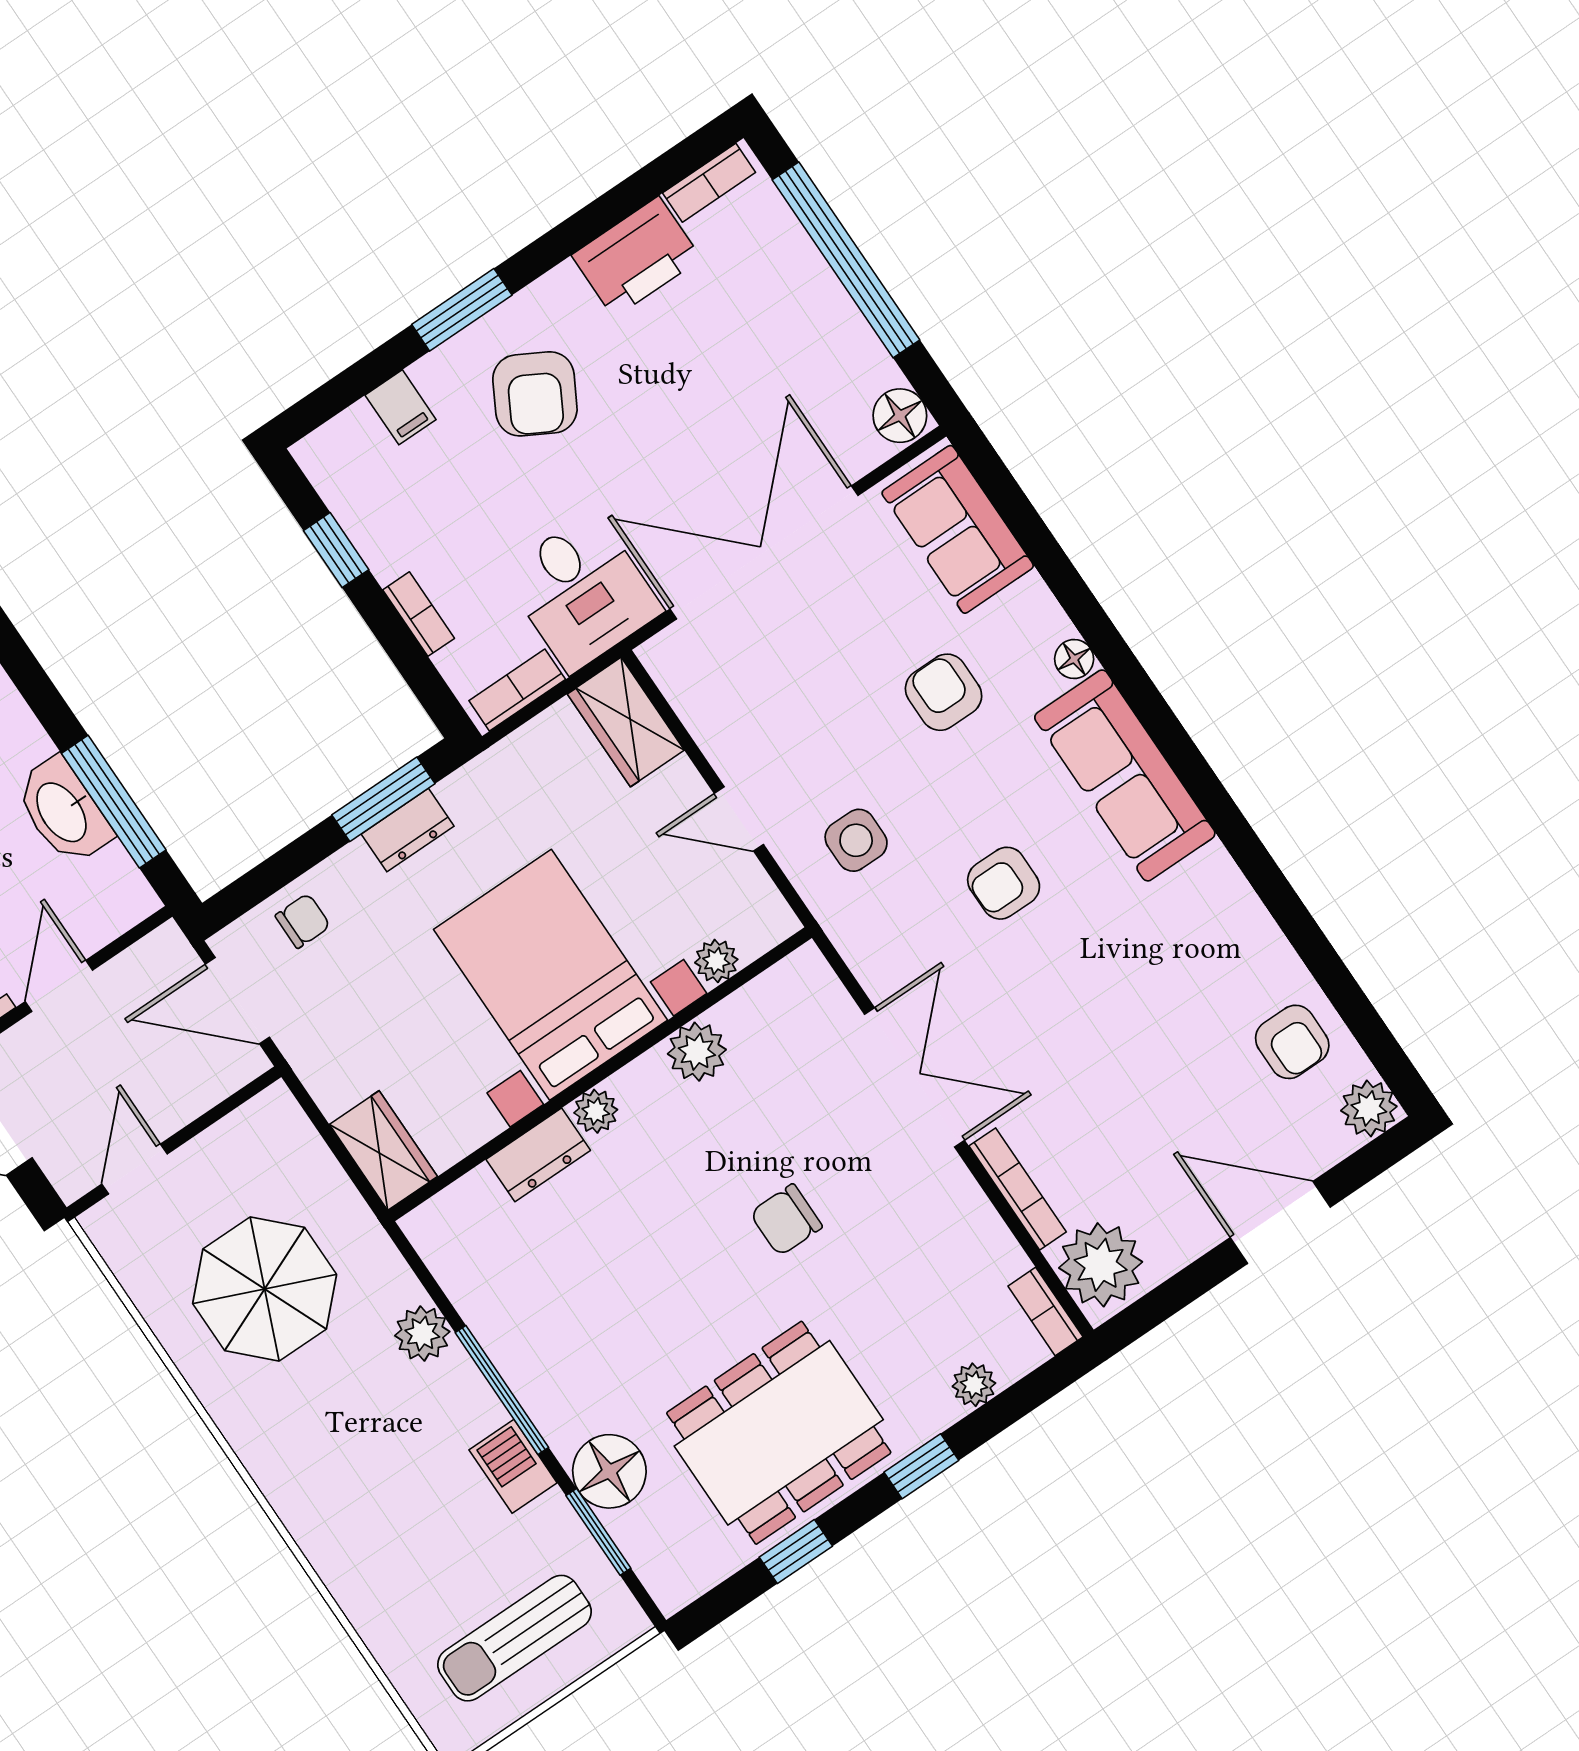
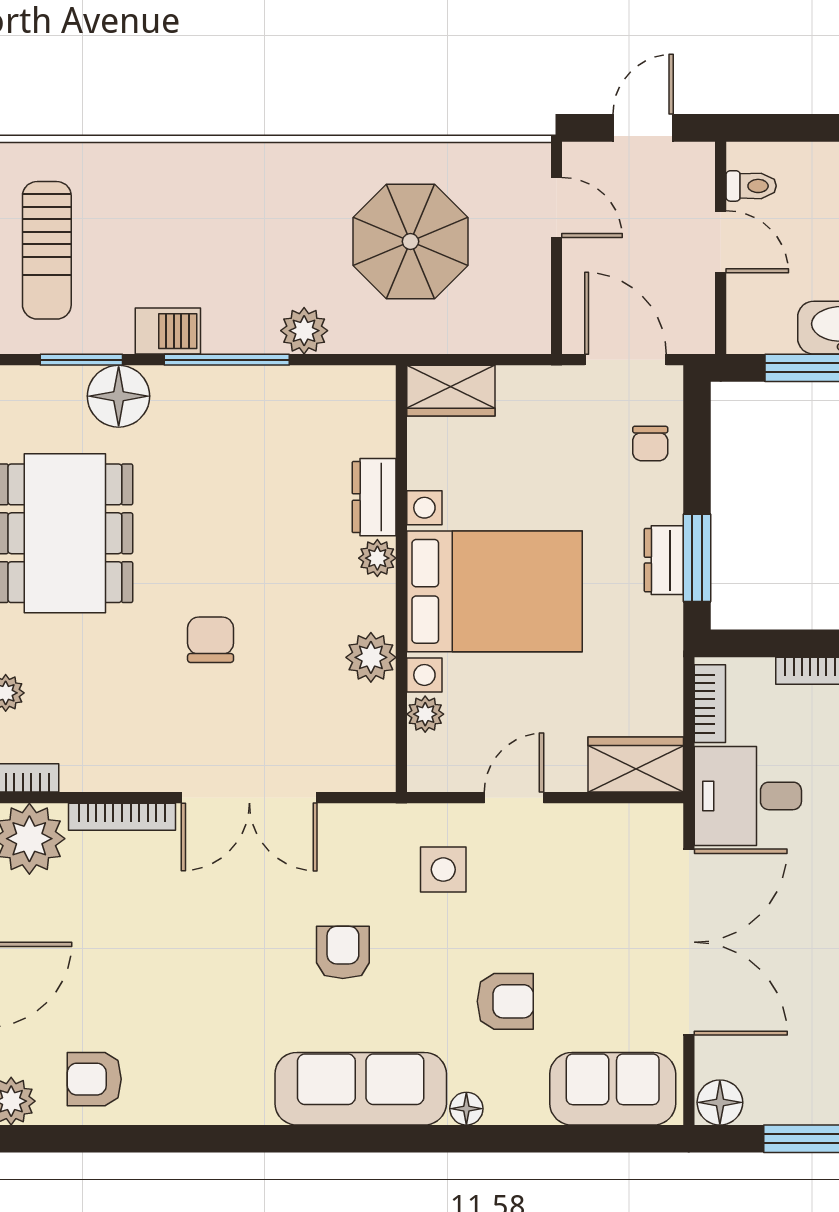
door: (237, 1001) -> (626, 360), hinge flipped
sun lounger: (515, 1638) -> (47, 250), turned 180

